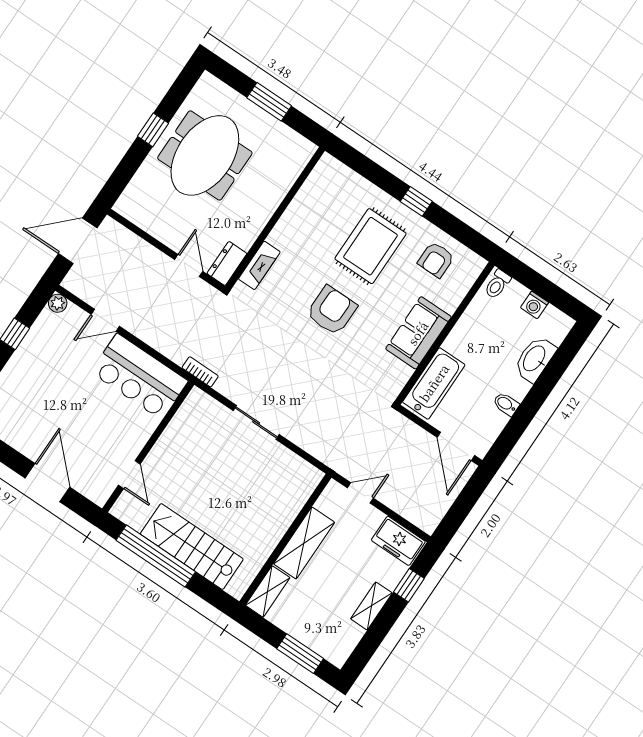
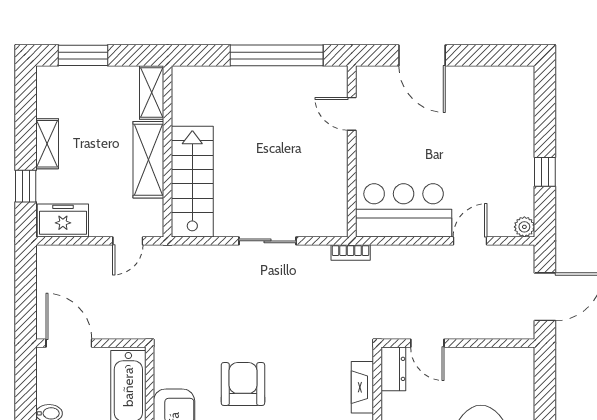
armchair: (332, 310) -> (243, 384), moved, turned 180
stairs: (192, 547) -> (192, 182), moved, turned -90

